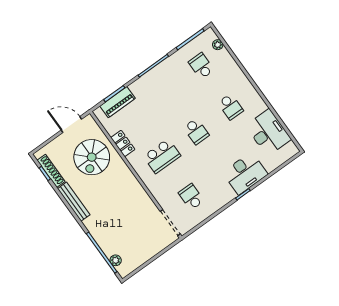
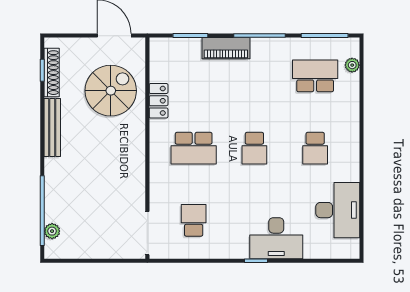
school desk: (201, 66) -> (315, 76), width x1.85
piano: (118, 102) -> (226, 48), moved
spiral stairs: (92, 157) -> (111, 91), turned 180

